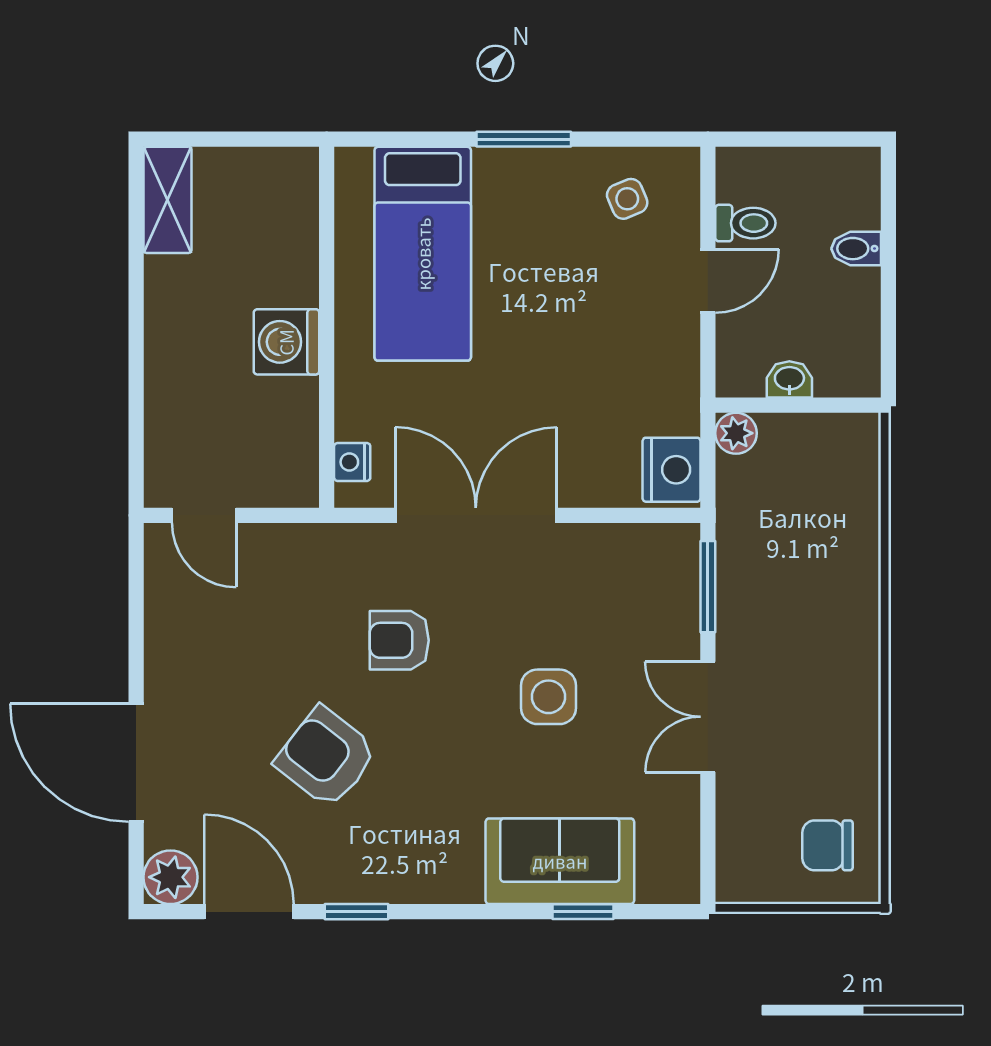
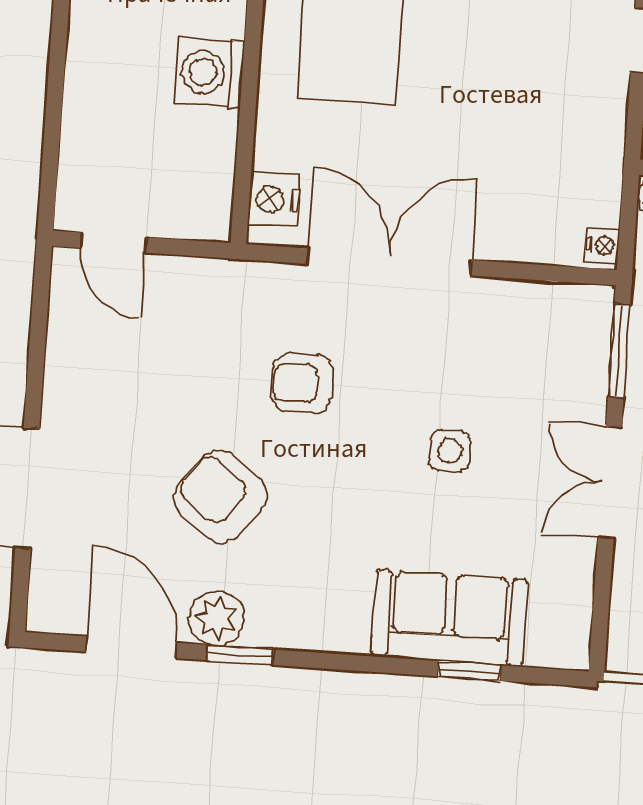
nightstand: (352, 462) -> (274, 199), width x1.39, depth x1.35
nightstand: (672, 470) -> (602, 246), width x0.53, depth x0.56
side table: (548, 697) -> (450, 451), width x0.73, depth x0.73
plant: (170, 877) -> (216, 618), moved

